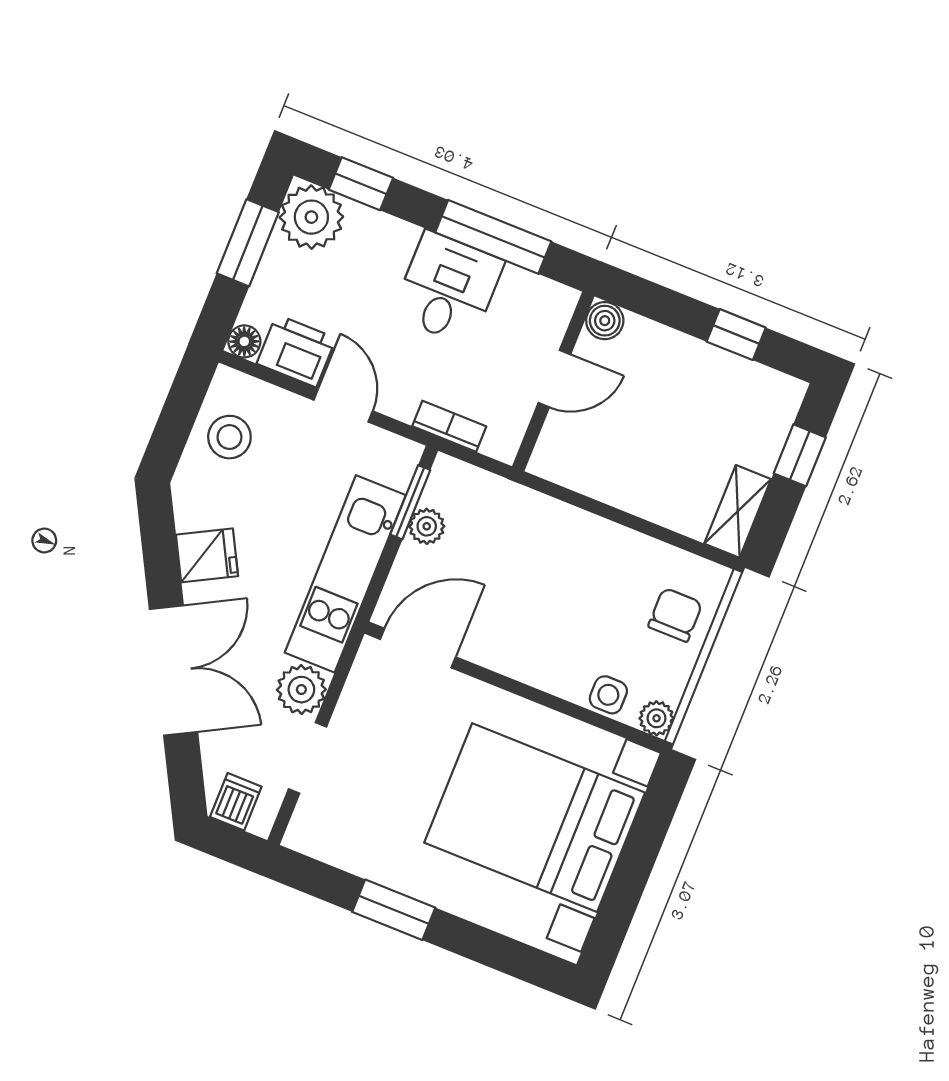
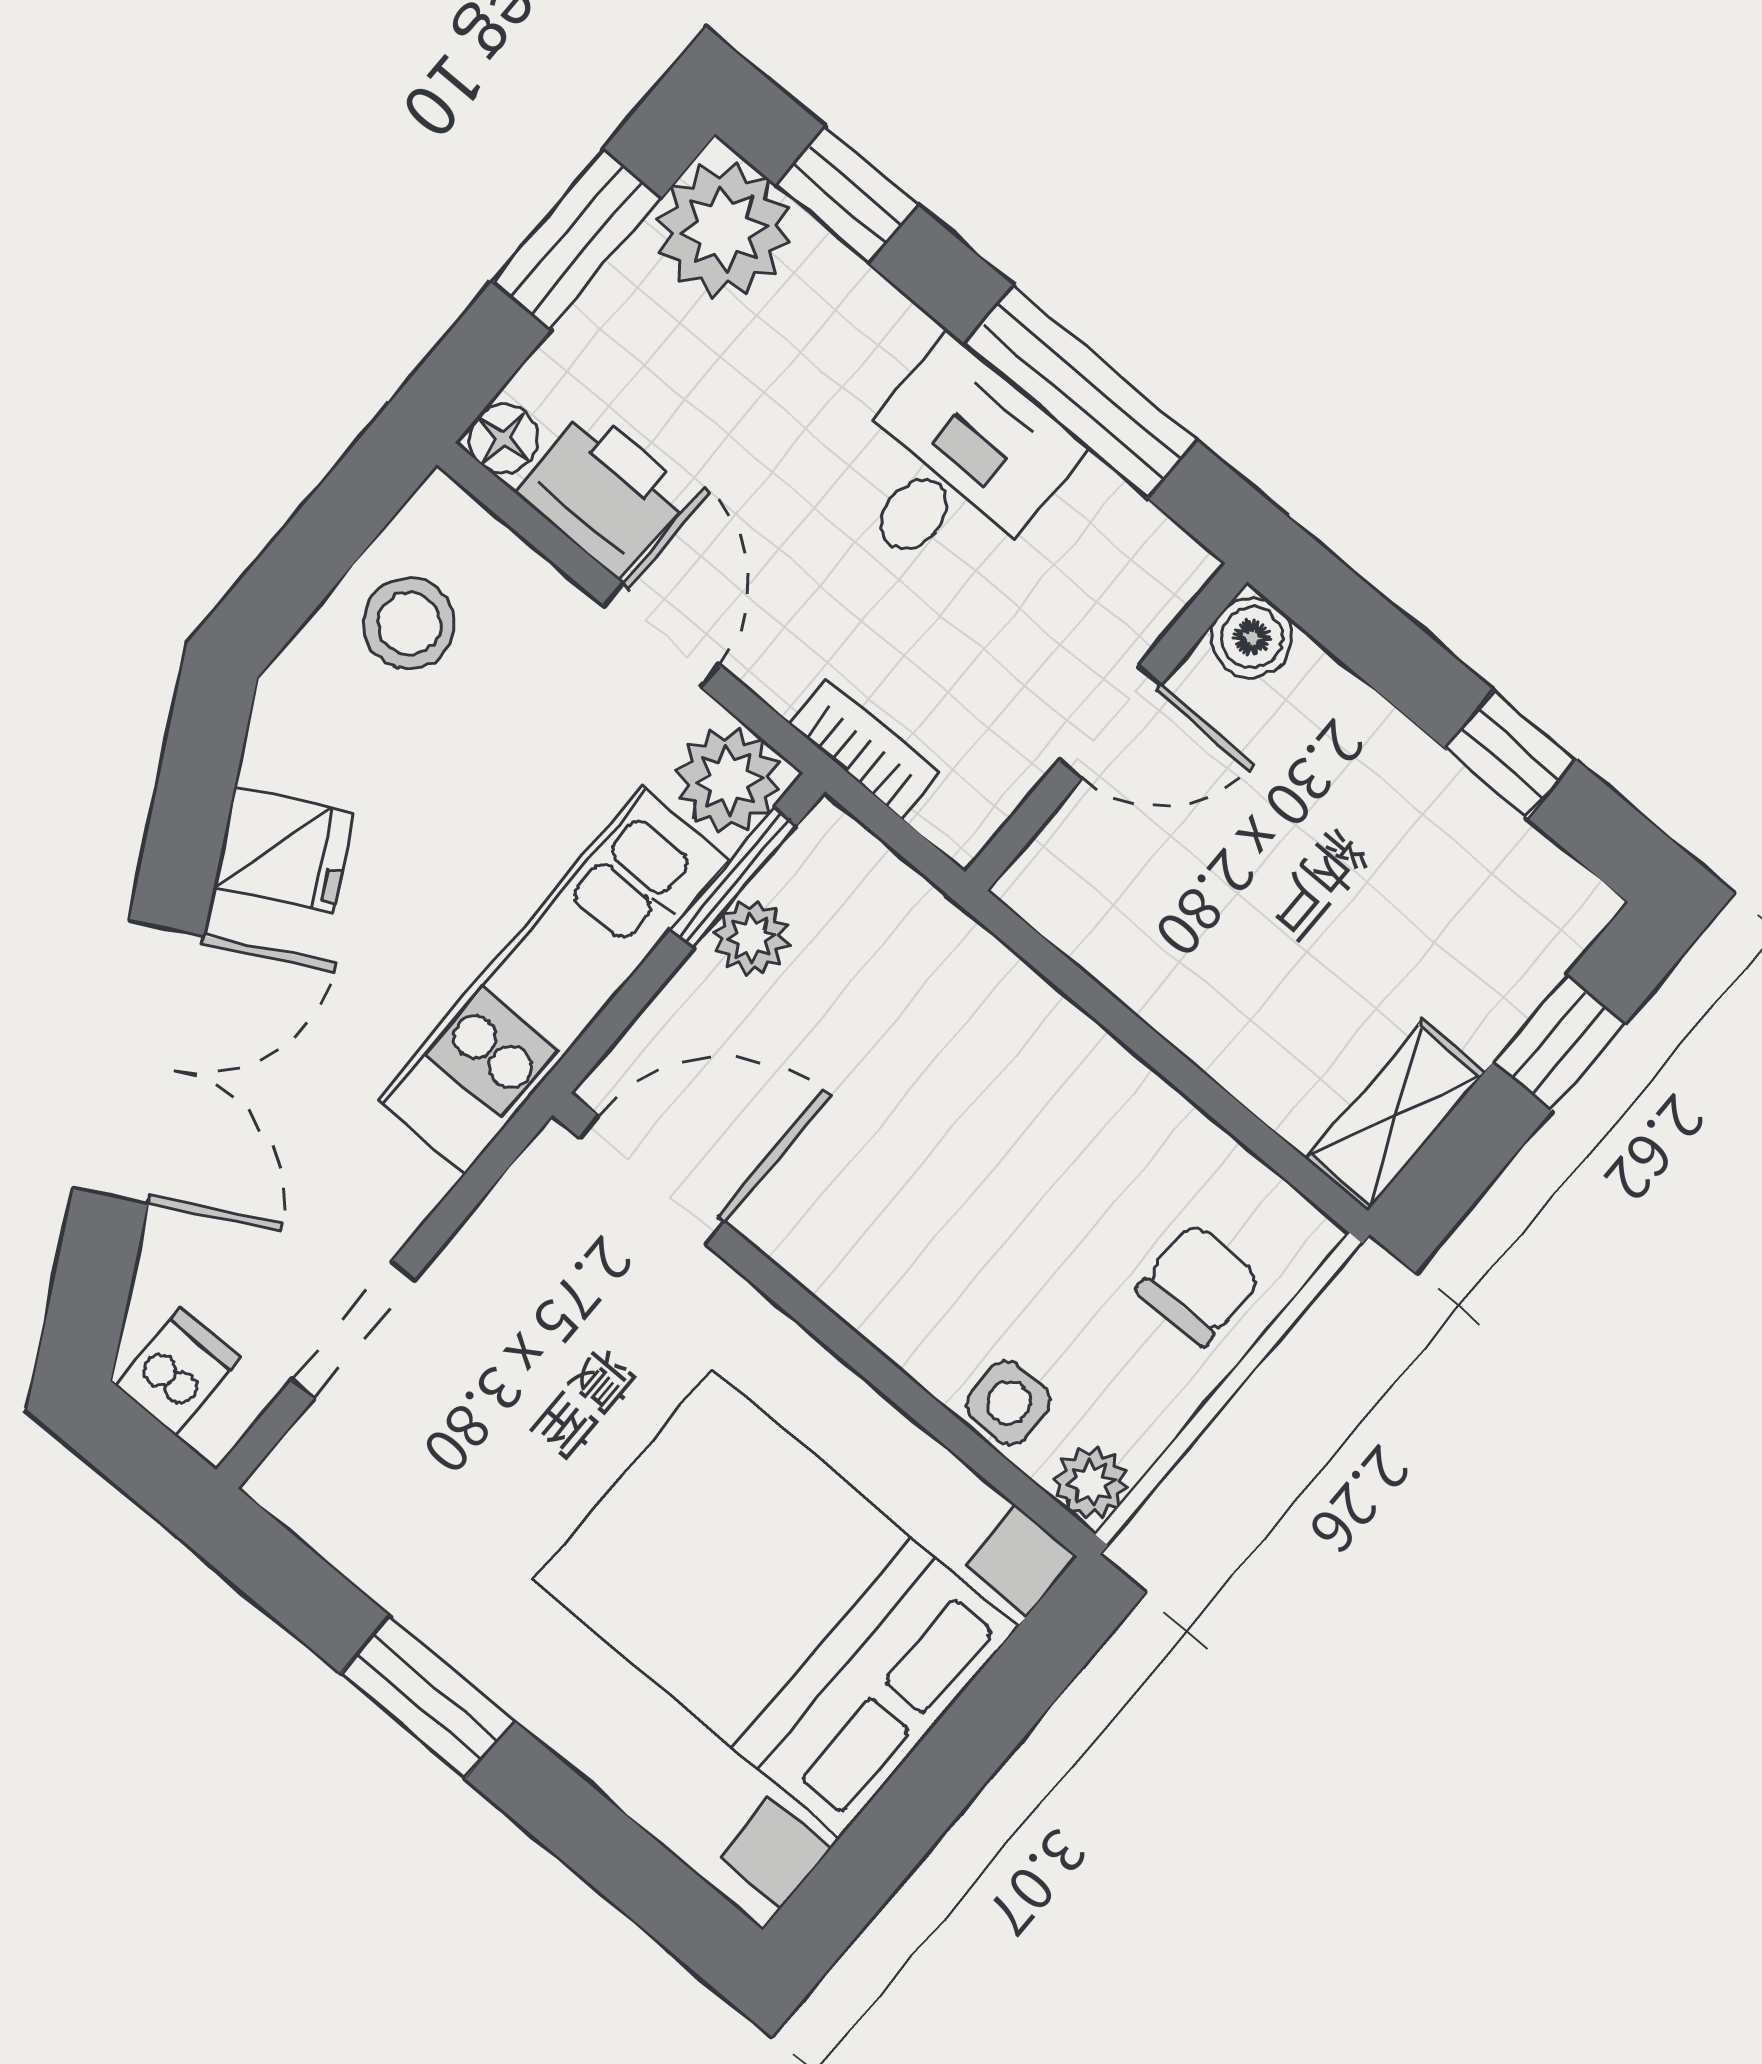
plant: (301, 690) -> (728, 780), moved

